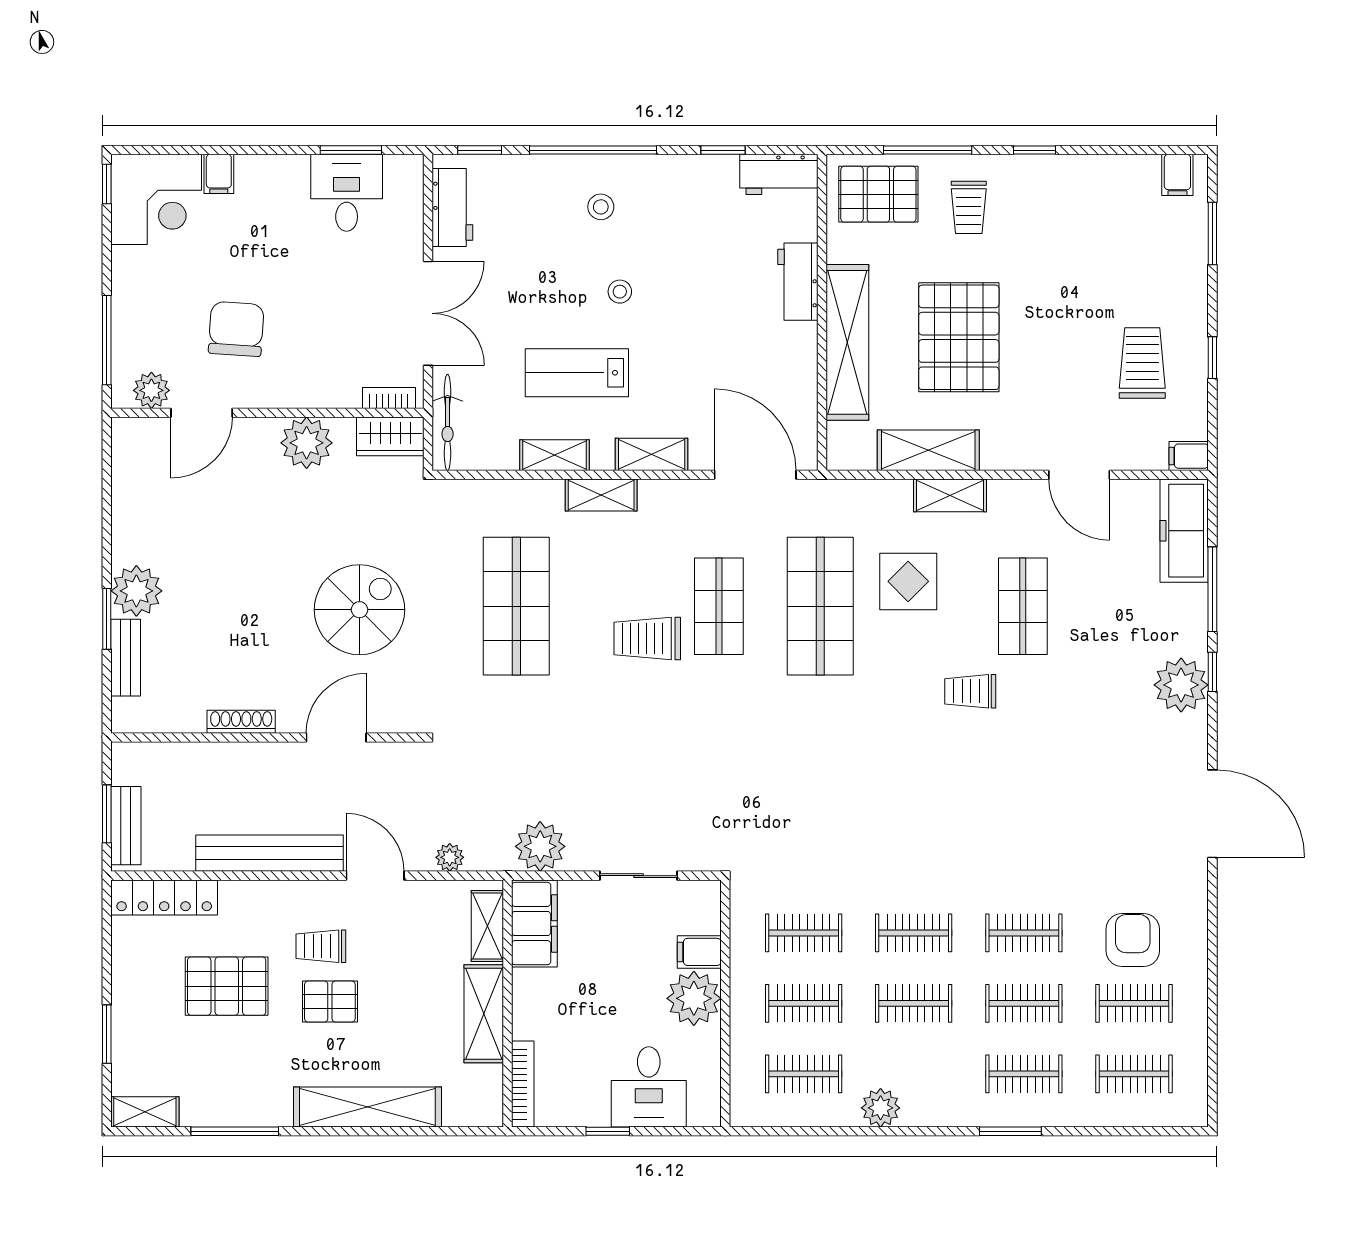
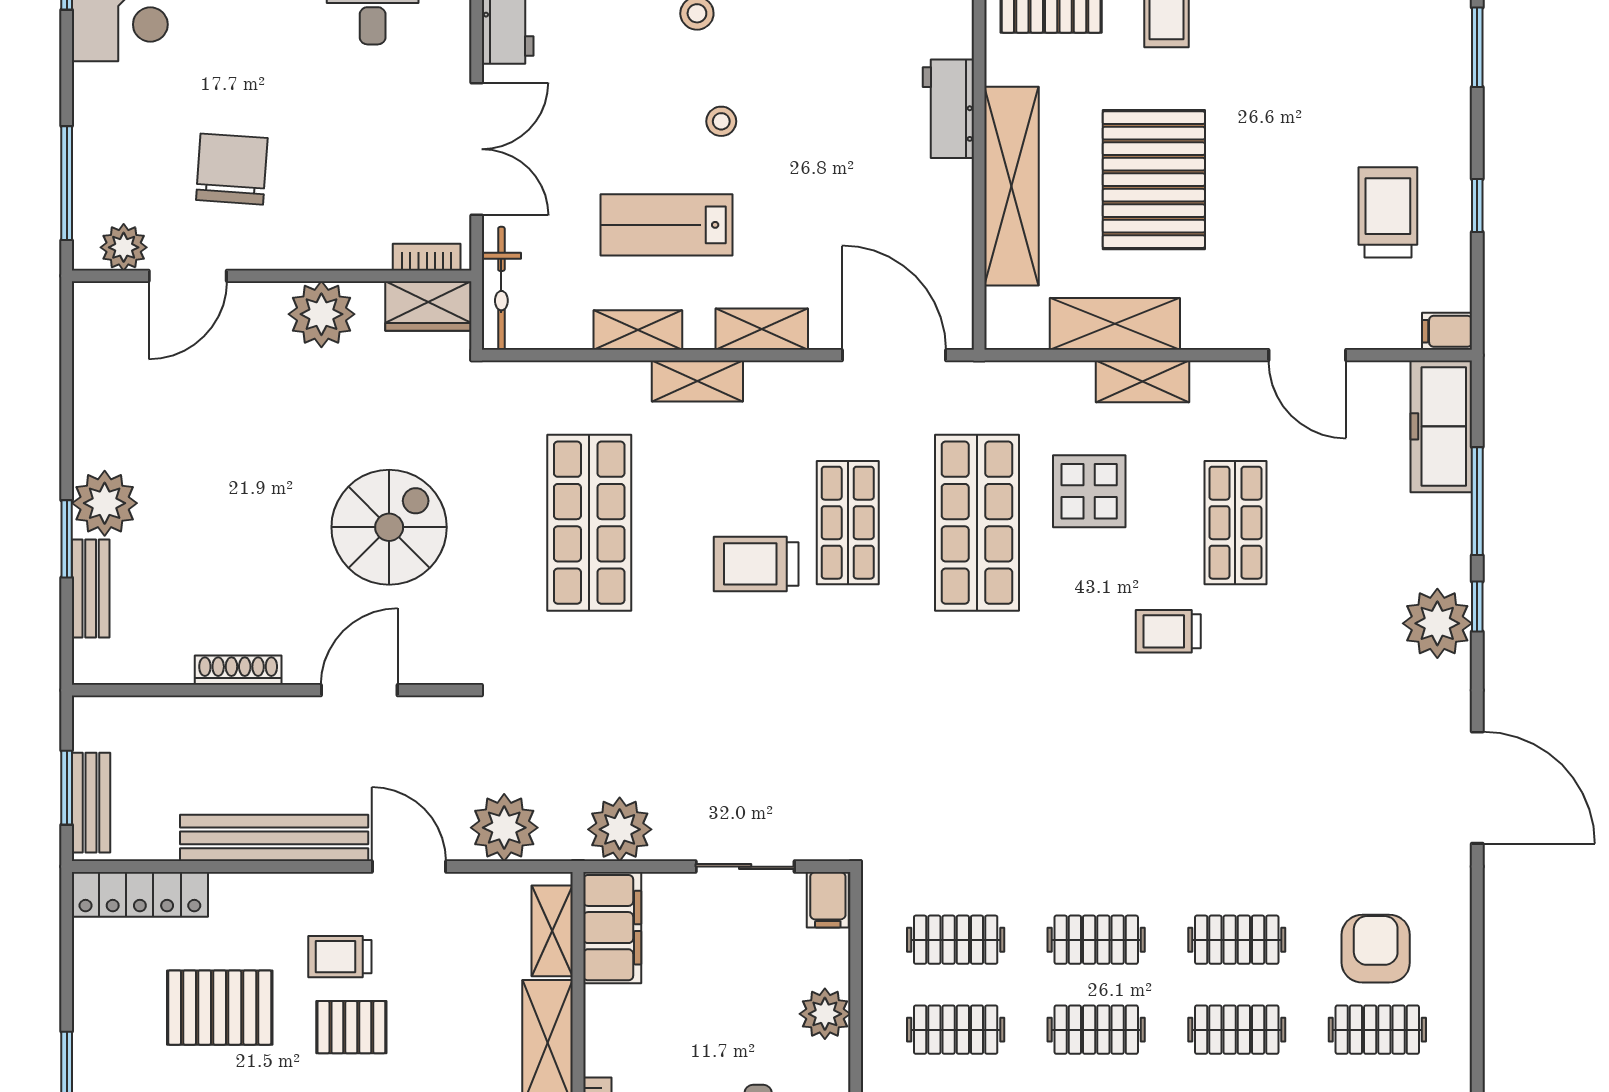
plant: (450, 857) -> (504, 828), width x1.87, depth x1.87
filing cabinet: (699, 952) -> (828, 900), moved, turned -90
plant: (694, 998) -> (825, 1014), width x0.73, depth x0.73

